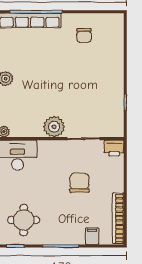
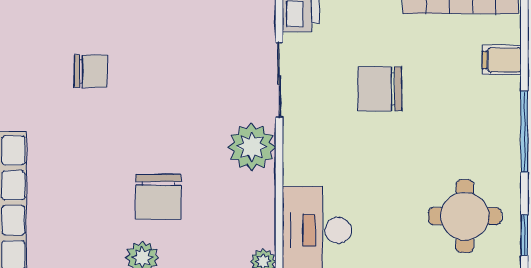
chair: (84, 36) -> (91, 71), moved
chair: (32, 86) -> (158, 197), added

